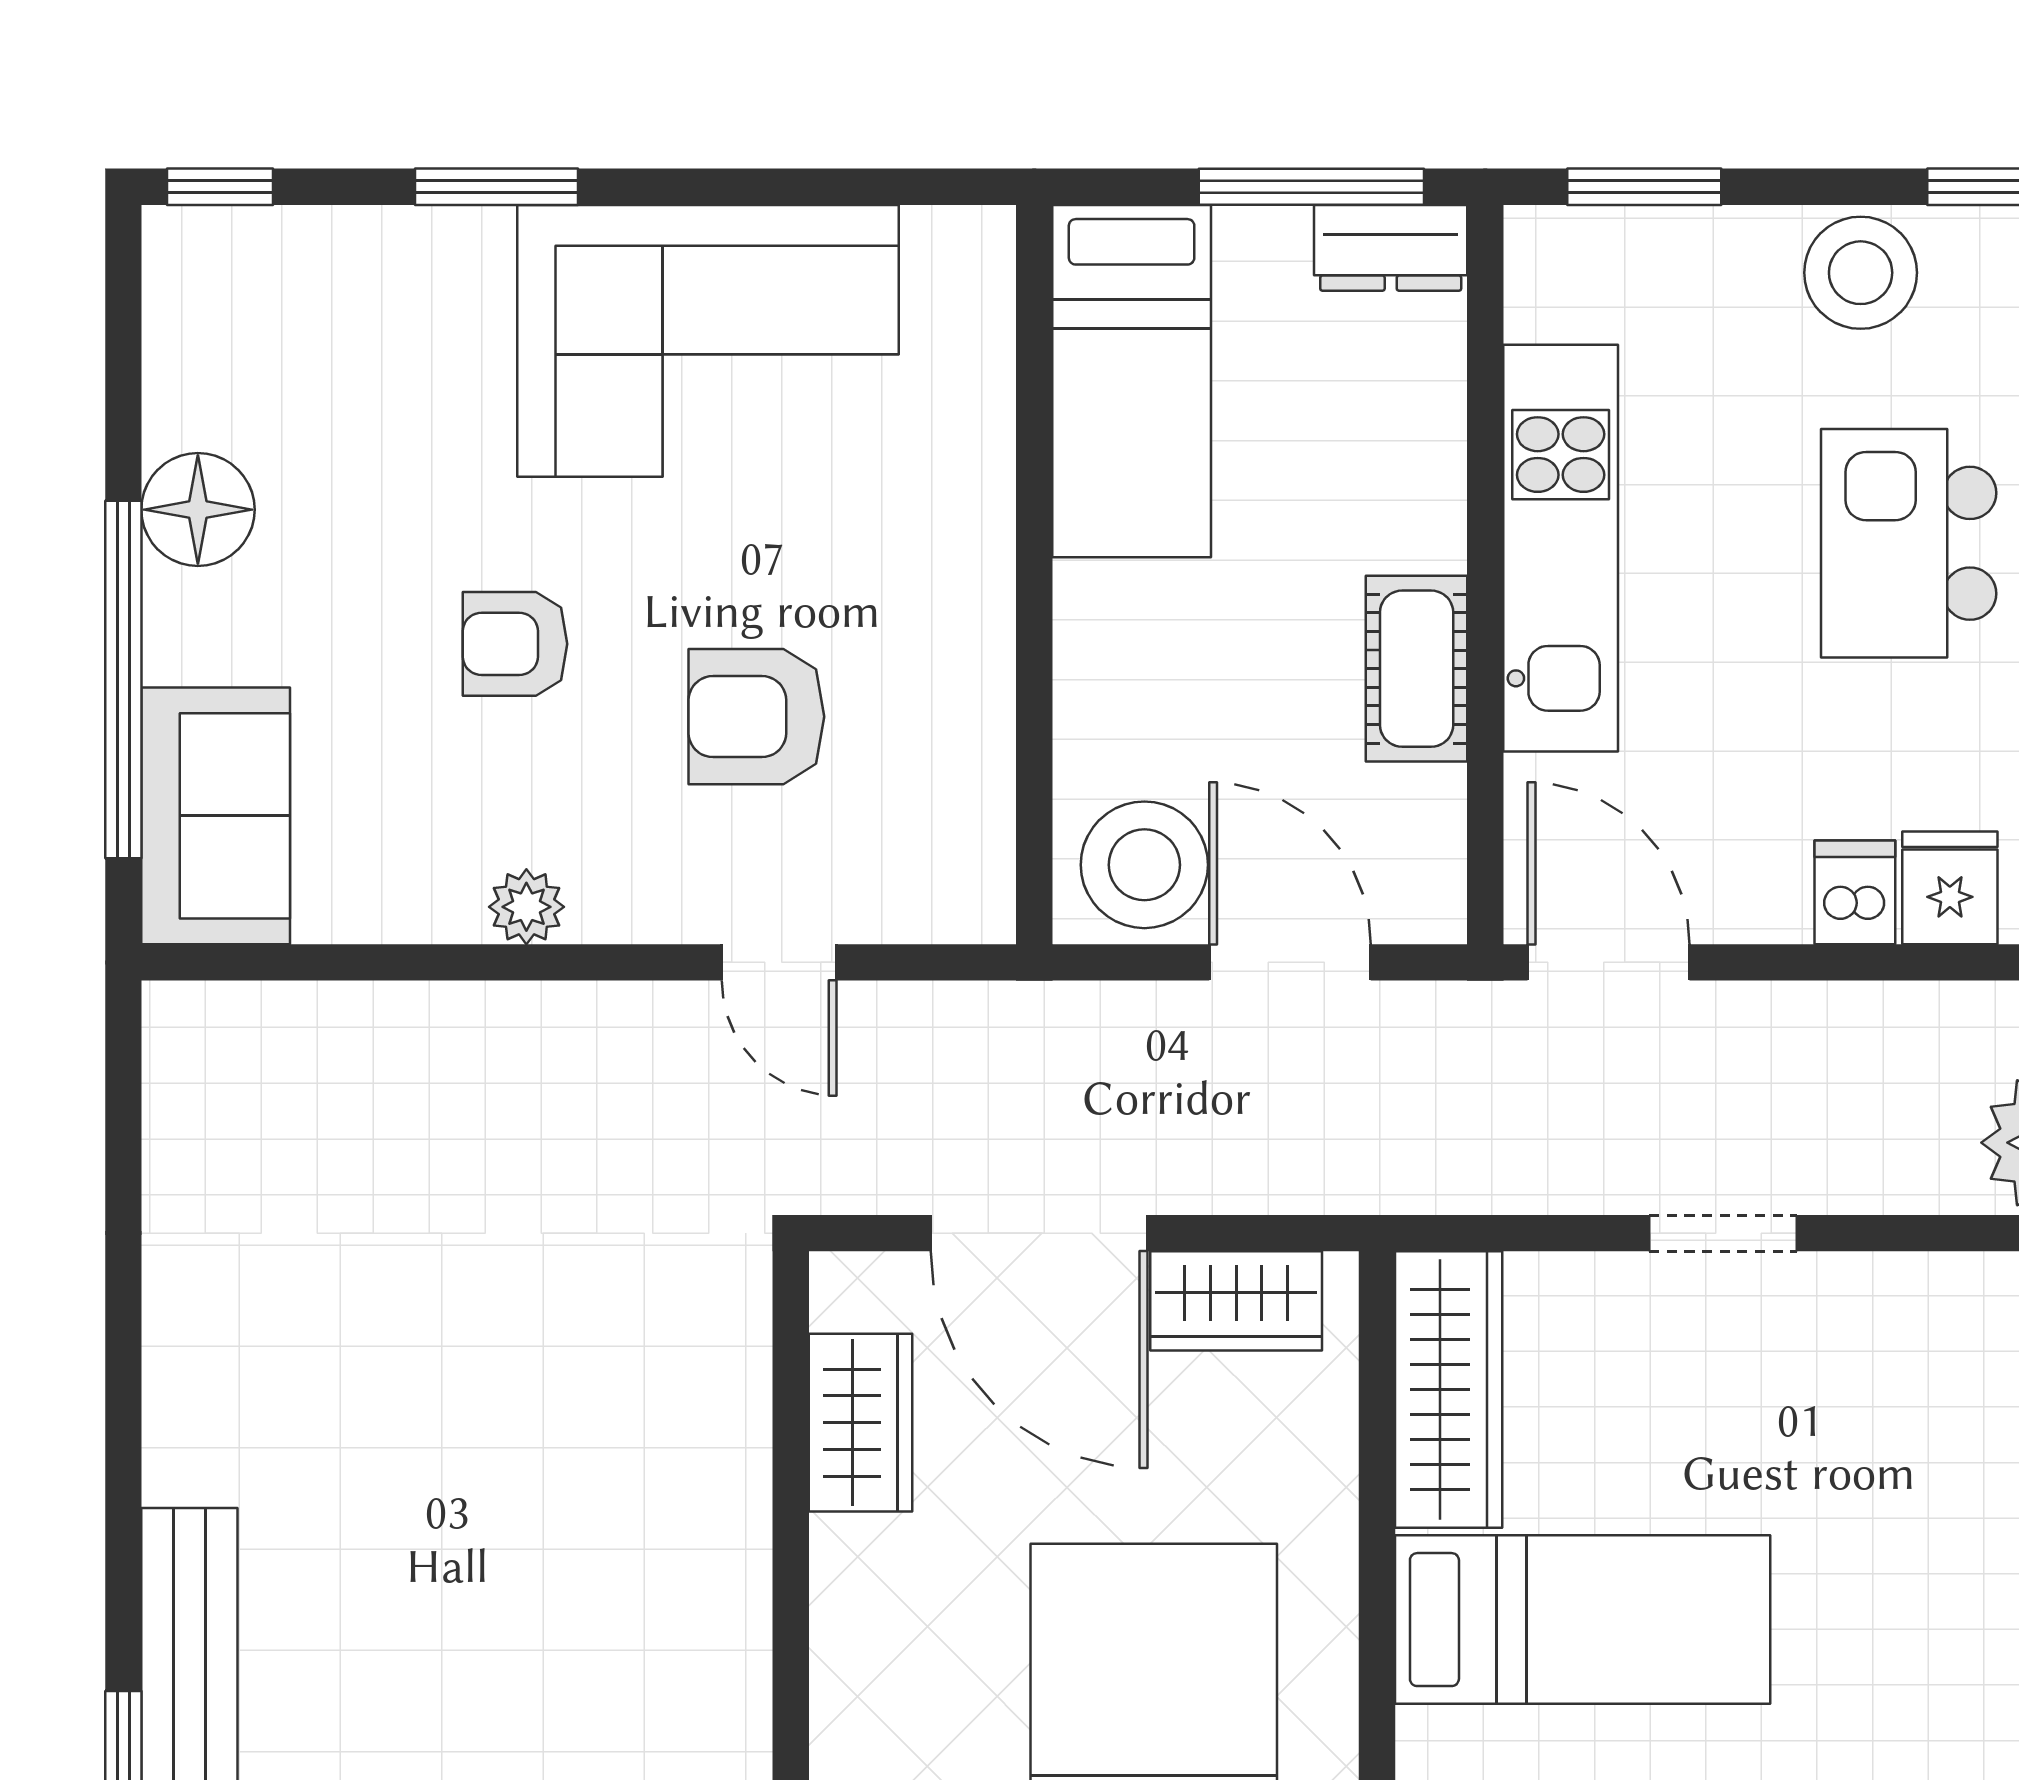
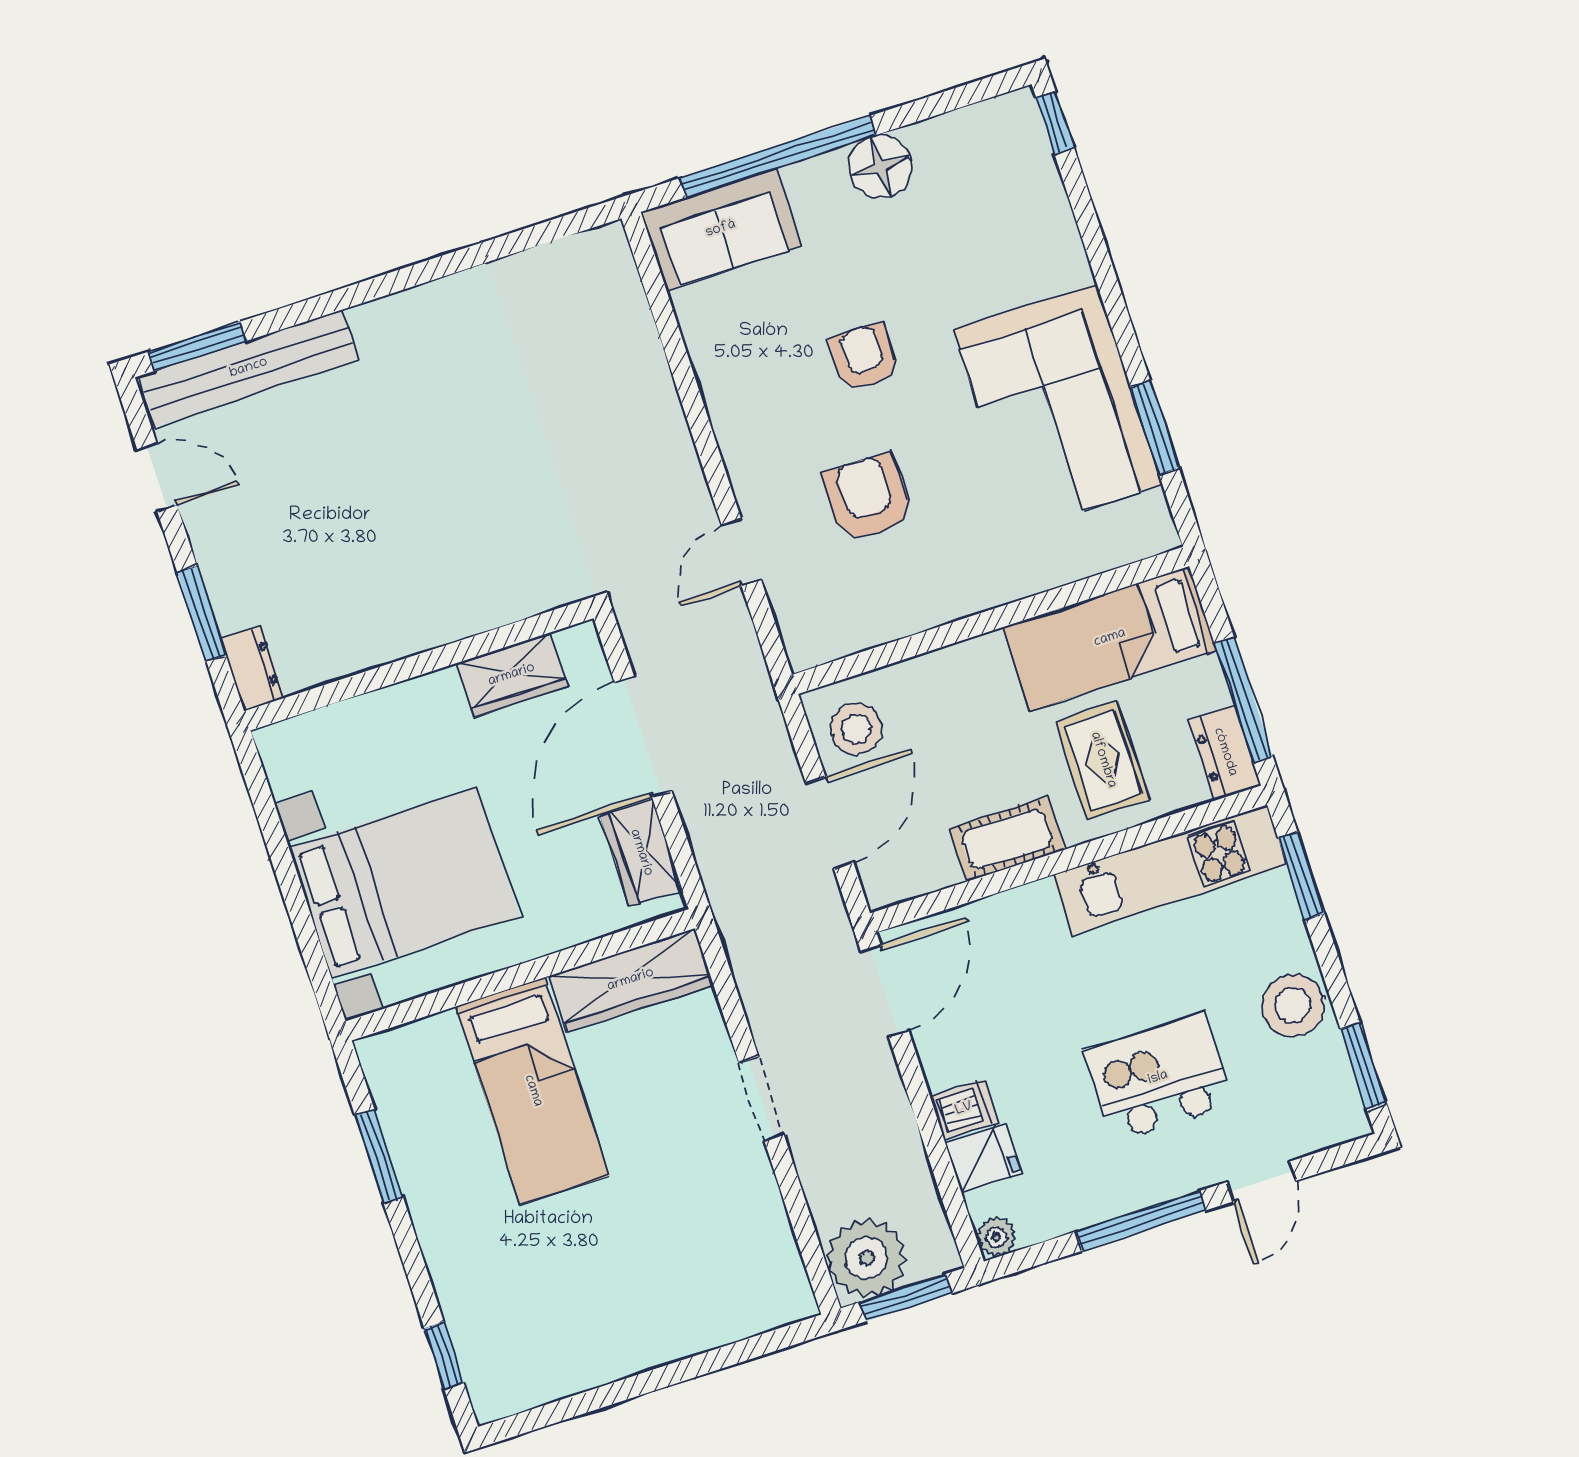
window: (497, 187) -> (1155, 427), moved
rug: (1336, 461) -> (1103, 760), added
kitchen unit: (1561, 548) -> (1170, 870), moved
stool: (1144, 865) -> (856, 729), width x0.73, depth x0.73
plant: (526, 907) -> (727, 409), removed

